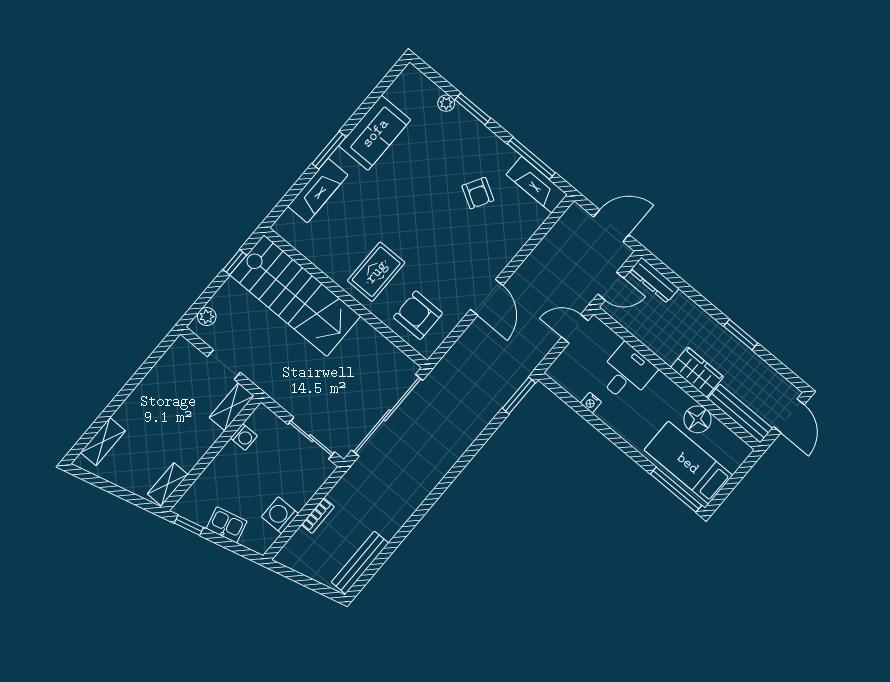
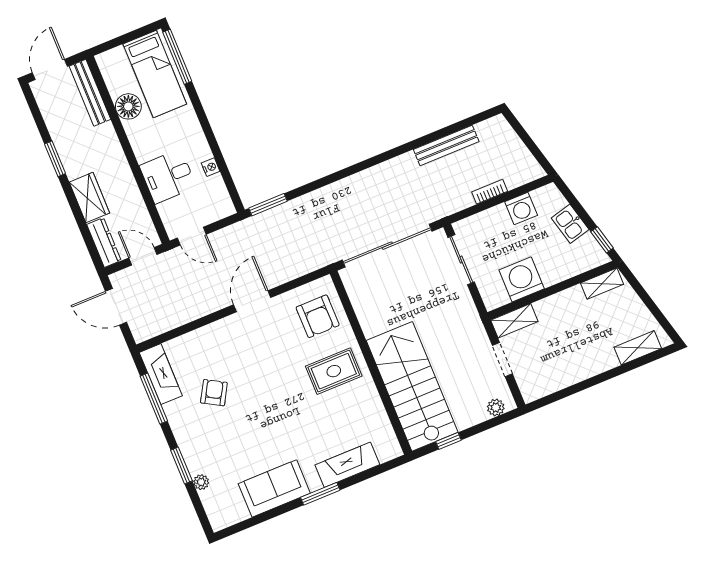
wardrobe: (697, 372) -> (89, 198), moved, turned 180
washing machine: (244, 437) -> (522, 279), width x1.89, depth x1.89
bench: (360, 563) -> (446, 145), moved

